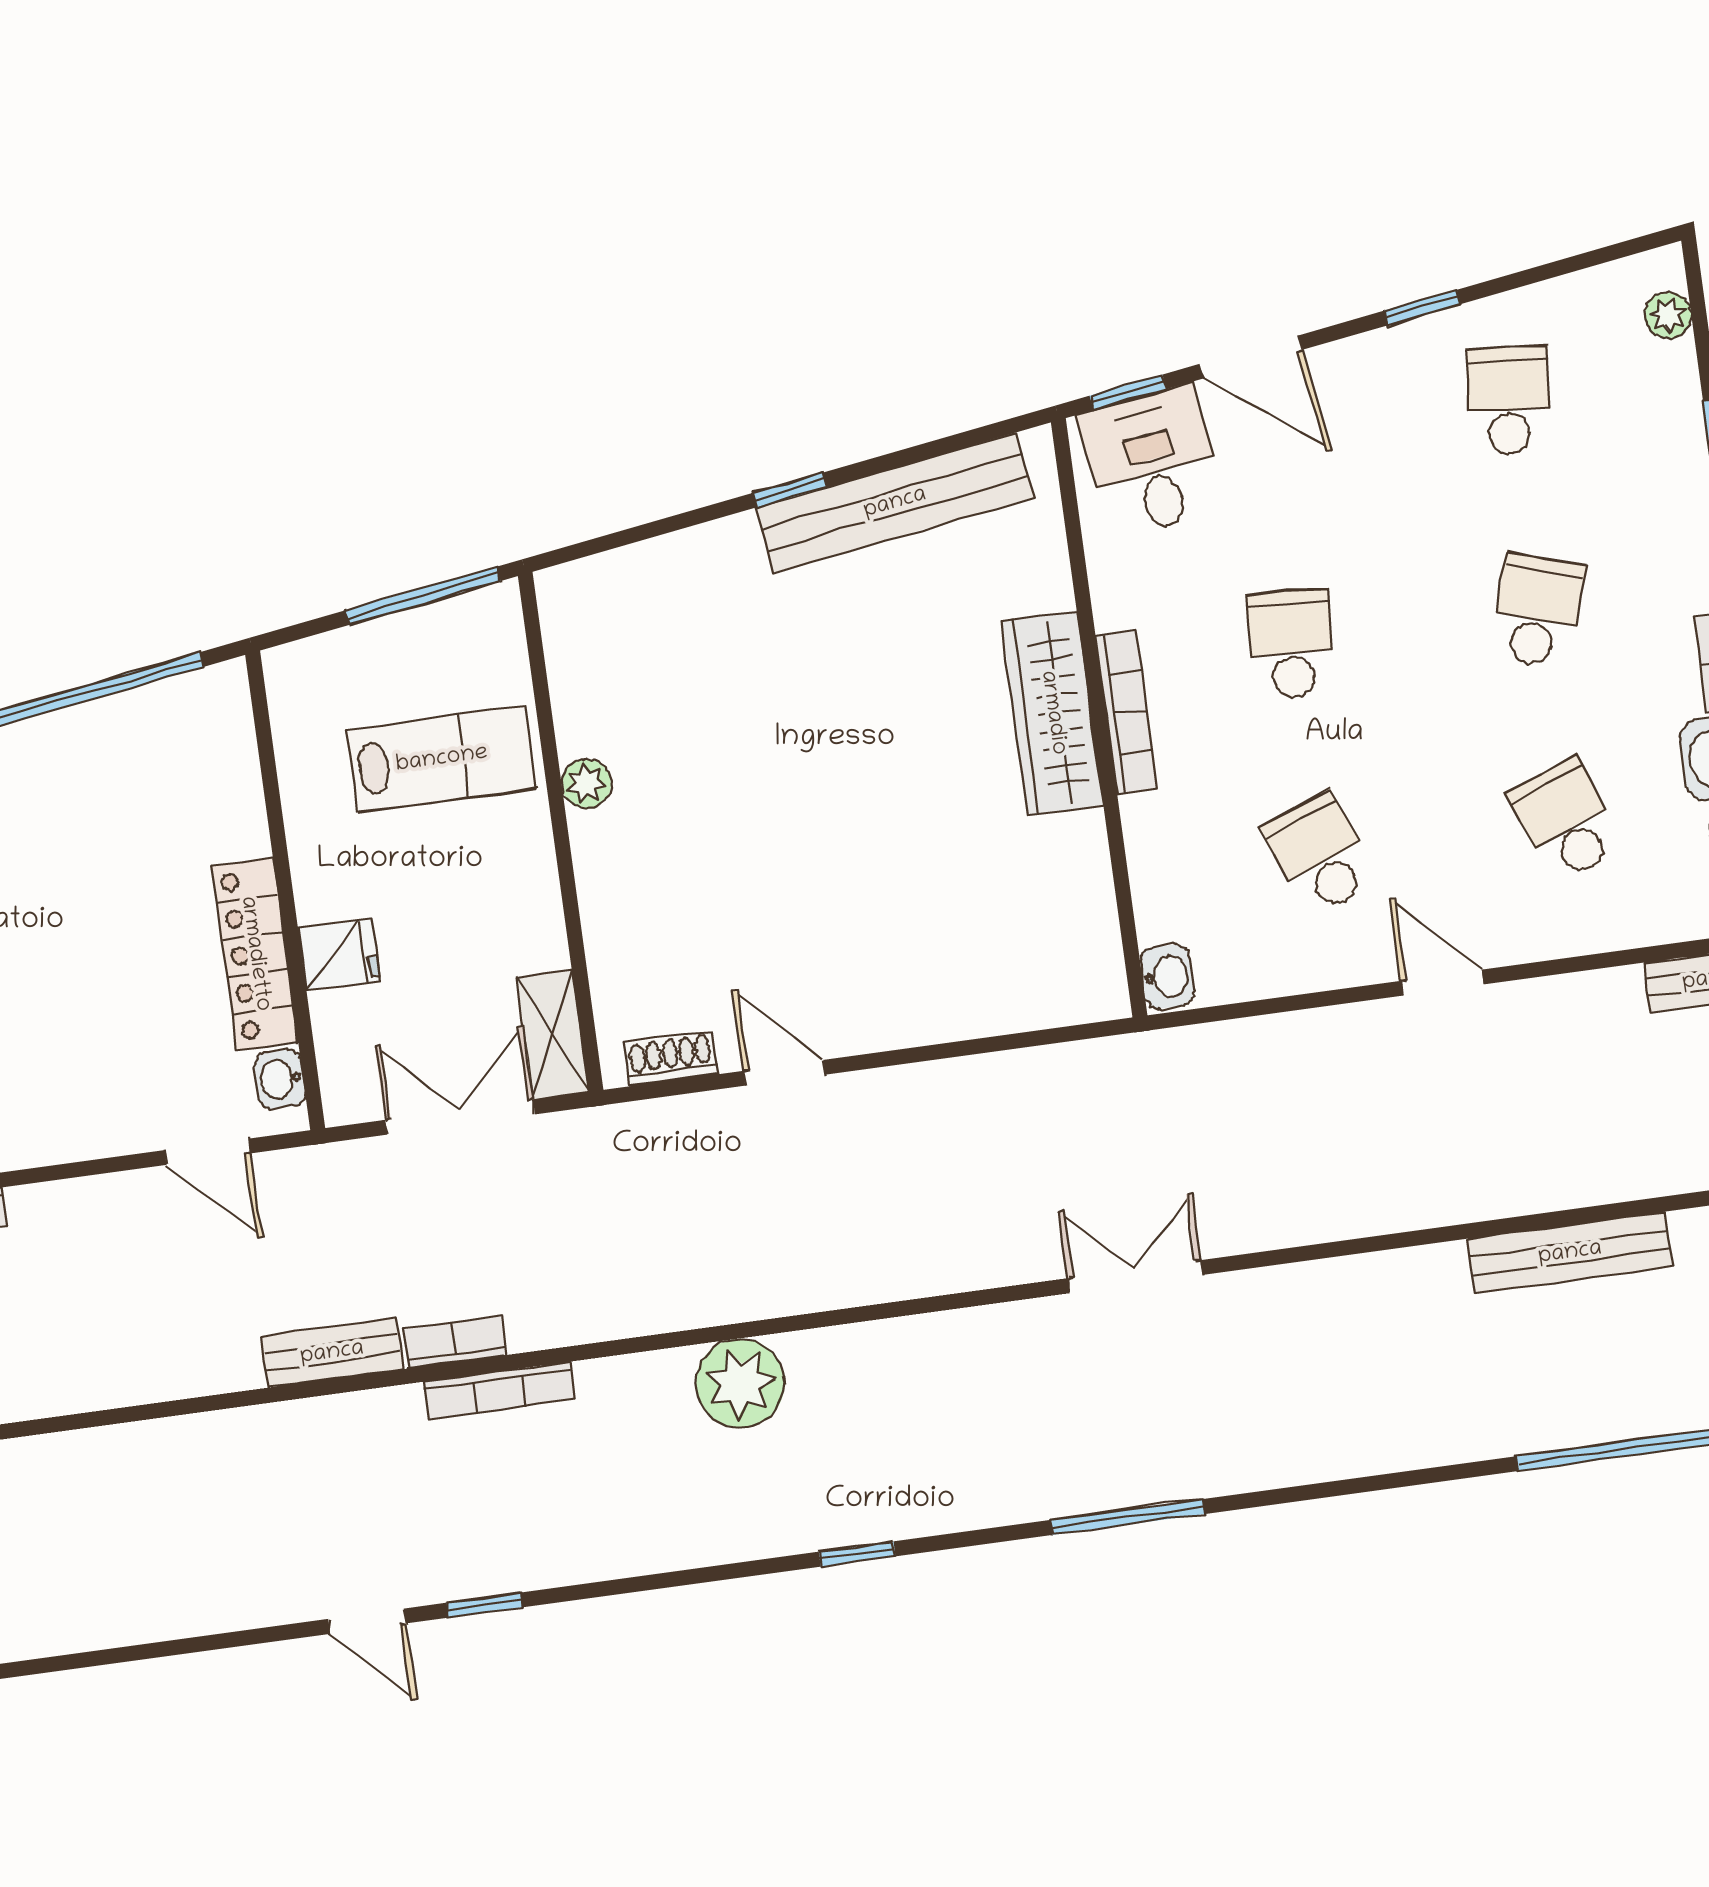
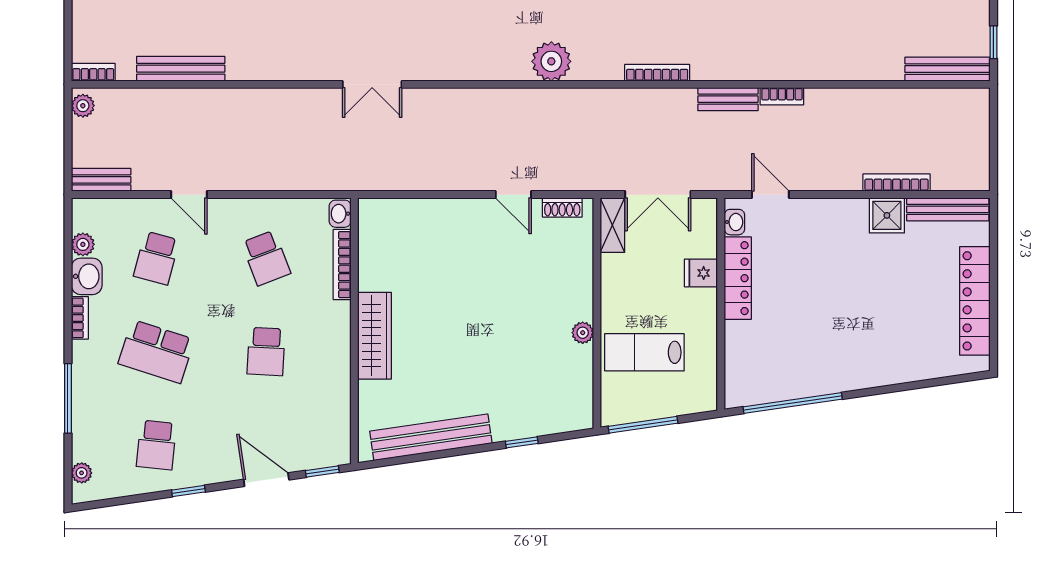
desk: (1152, 462) -> (316, 440), removed
window: (790, 490) -> (522, 442), moved
school desk: (1537, 611) -> (156, 352), width x1.85
bookcase: (1126, 713) -> (342, 265), moved
school desk: (1566, 820) -> (156, 258), turned 36
door: (1442, 983) -> (189, 195), moved
bookcase: (454, 1342) -> (782, 96), moved

